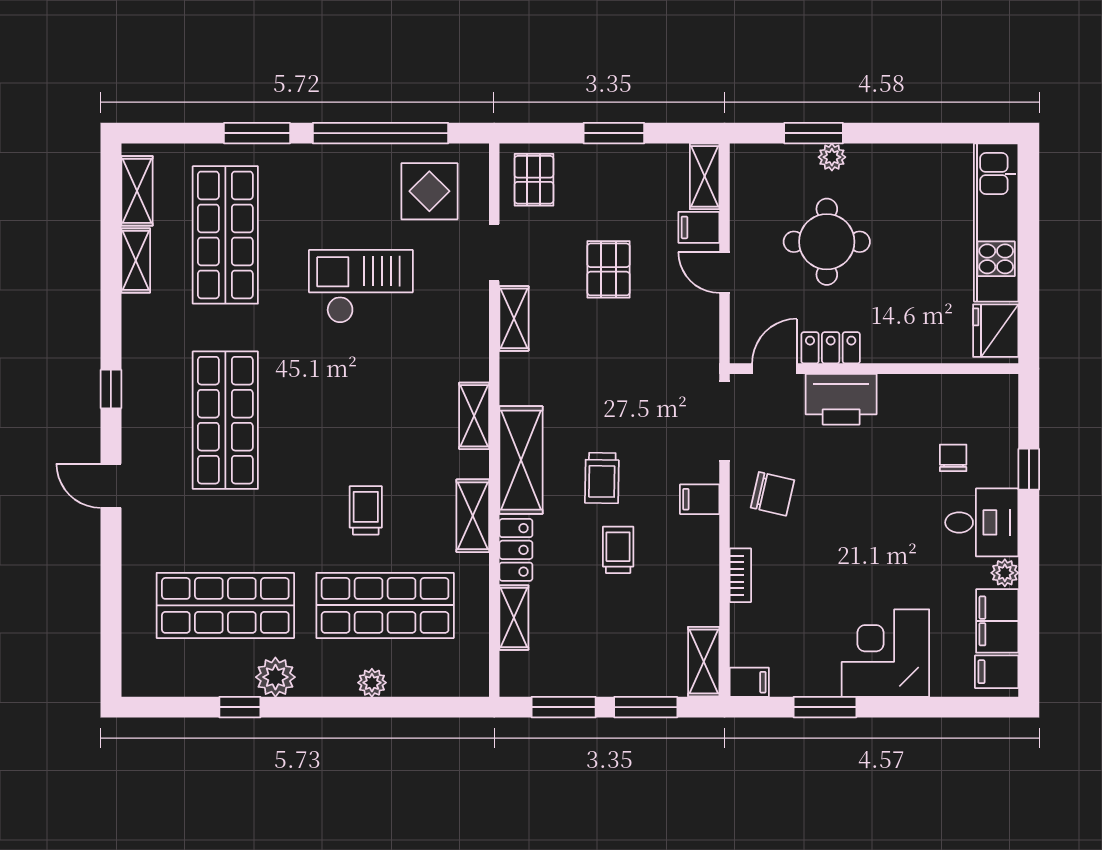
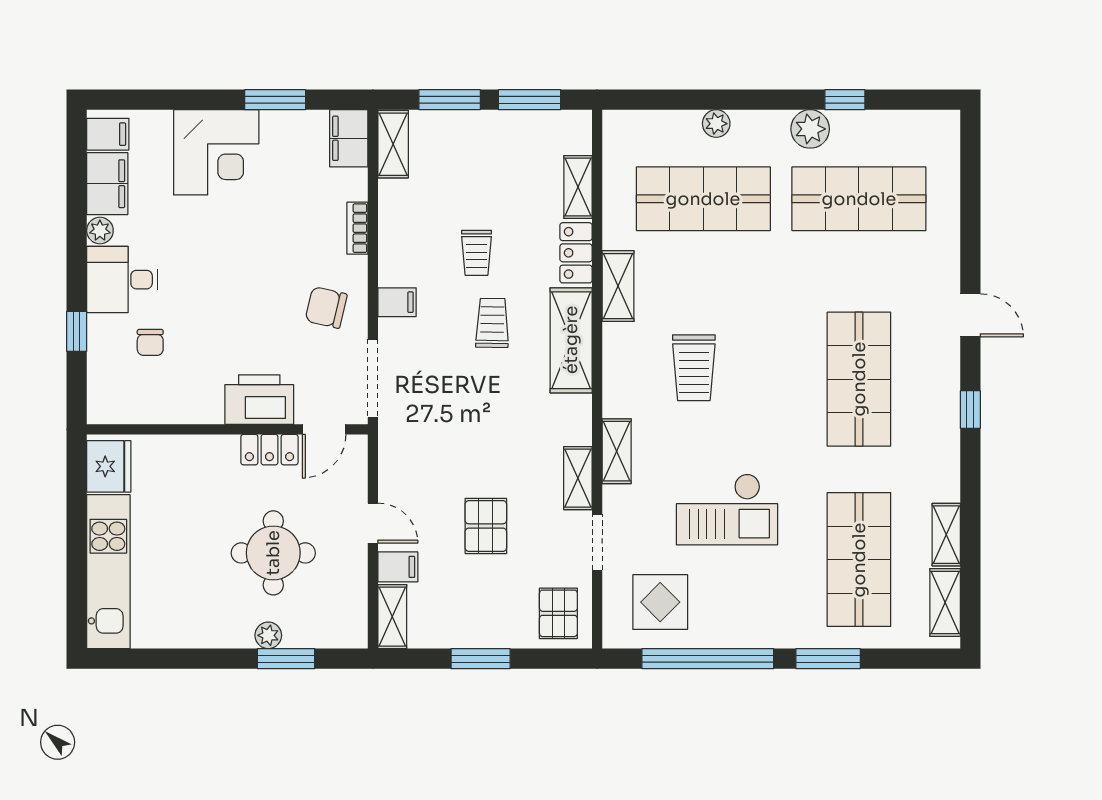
shelving: (474, 416) -> (617, 451), moved
trolley: (366, 510) -> (694, 368), moved, width x1.36, depth x1.39
filing cabinet: (749, 682) -> (349, 138), width x2.00

